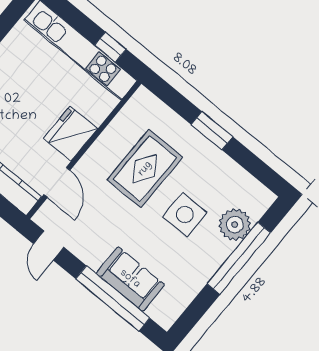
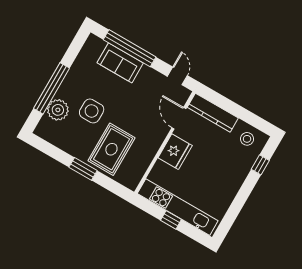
window: (110, 47) -> (171, 220), moved
rug: (145, 169) -> (111, 149), moved

